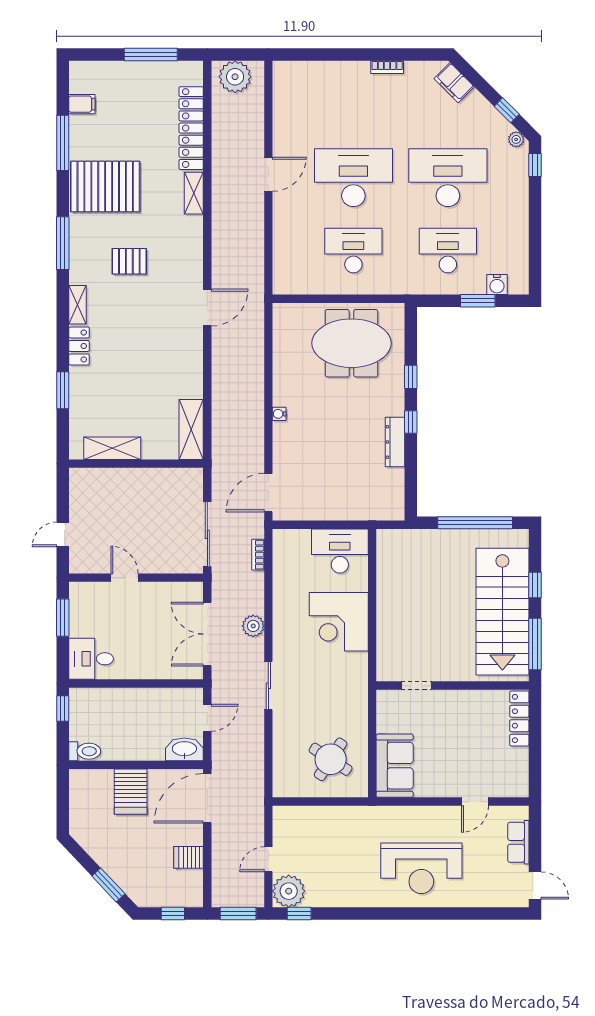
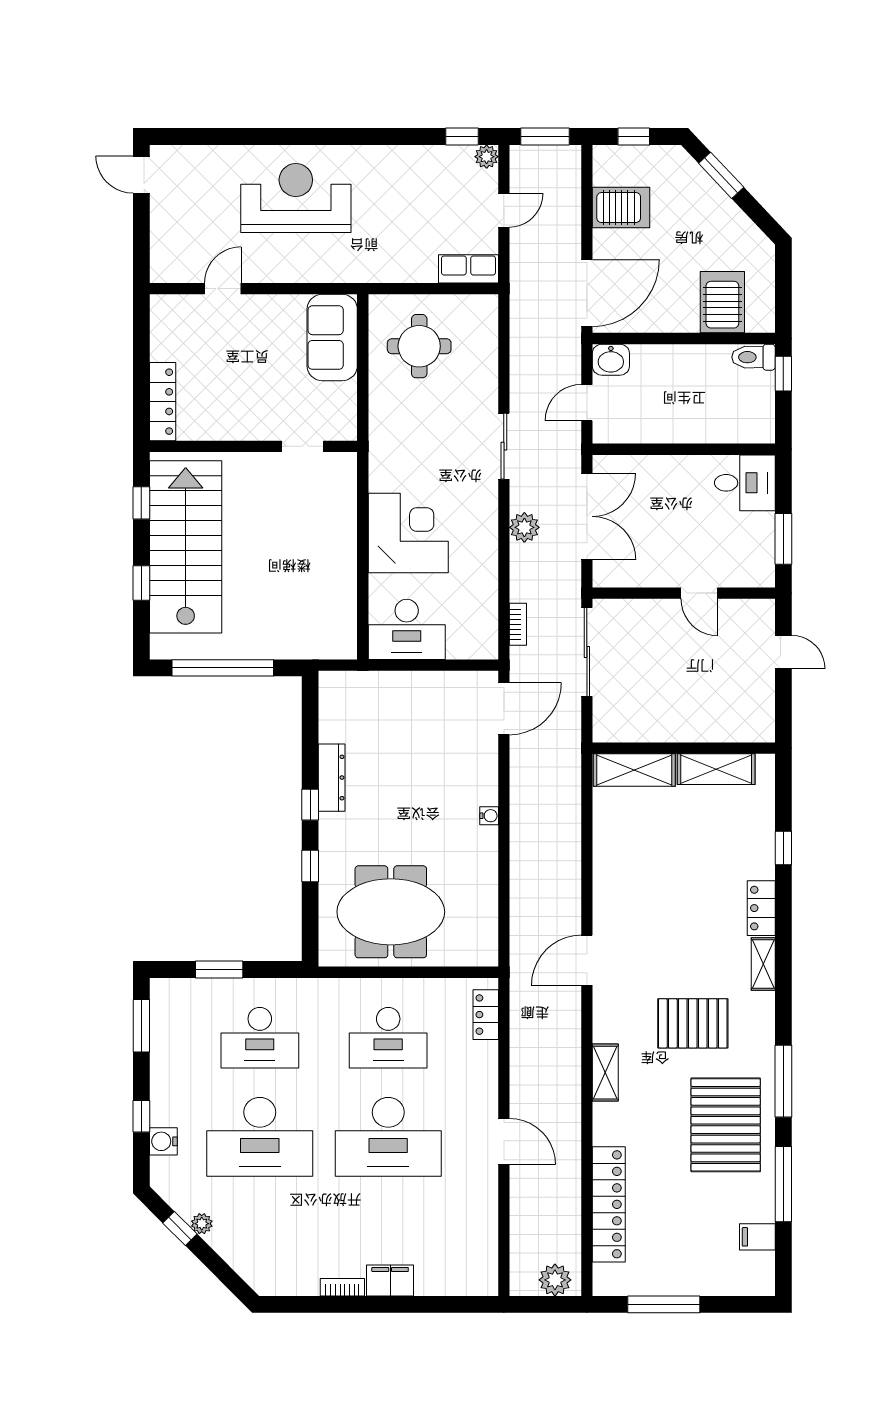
plant: (235, 77) -> (555, 1280), width x0.73, depth x0.73
filing cabinet: (454, 83) -> (390, 1280), moved, turned -45
plant: (516, 139) -> (202, 1224), moved
window: (535, 165) -> (141, 1116), moved
door: (268, 174) -> (504, 1141), swing flipped
pallet: (105, 186) -> (726, 1125), turned 90
shelving: (194, 193) -> (605, 1073), moved
window: (63, 243) -> (783, 1081), moved
window: (535, 259) -> (141, 1026), added
pallet: (129, 261) -> (693, 1023), width x1.50, depth x1.42
locker: (282, 268) -> (486, 1015), added
water cooler: (497, 285) -> (163, 1141), moved, turned -90
window: (63, 390) -> (783, 848), width x0.67
shelving: (191, 429) -> (634, 770), moved, turned 90
door: (63, 534) -> (783, 652), hinge flipped
window: (535, 644) -> (141, 503), width x0.46
window: (63, 709) -> (783, 374), moved
washbasin: (184, 749) -> (611, 360), width x0.72
round table: (331, 759) -> (419, 346), turned -33
server rack: (131, 792) -> (722, 302), moved
row of seats: (518, 842) -> (468, 269), moved, turned -90
server rack: (189, 857) -> (621, 208), width x1.36, depth x1.44
plant: (289, 891) -> (487, 157), width x0.53, depth x0.53

